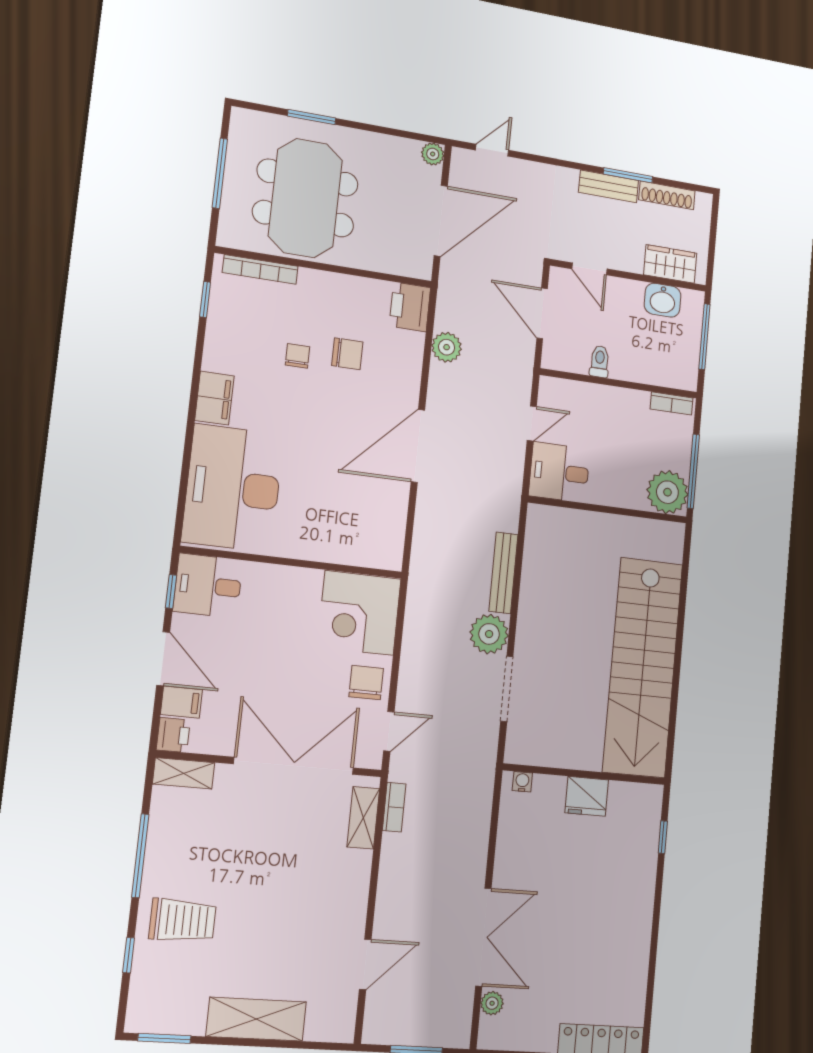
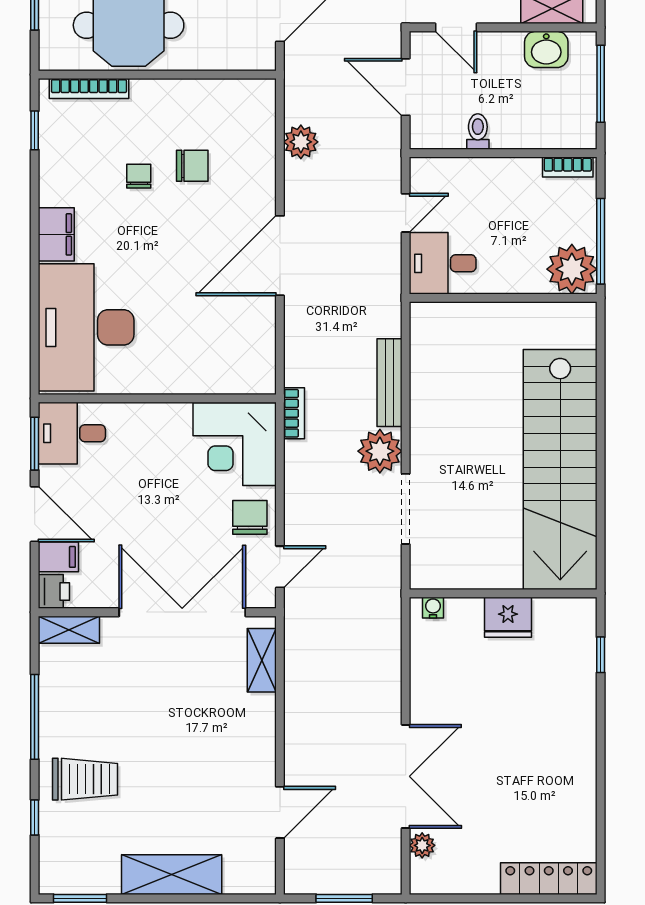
printer: (410, 307) -> (255, 103), removed
window: (171, 592) -> (35, 444), width x1.50
bookcase: (394, 807) -> (294, 413), moved

